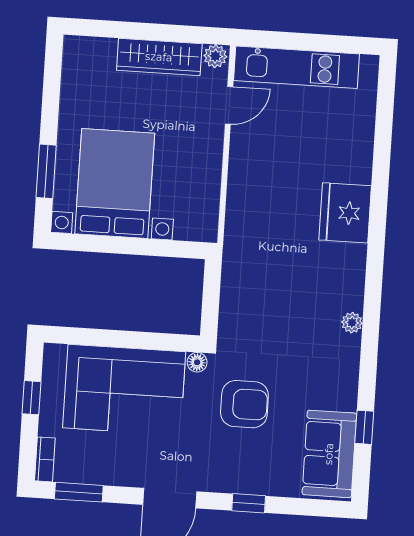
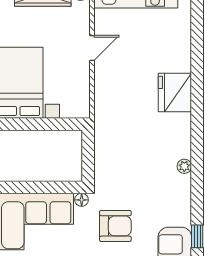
door: (229, 105) -> (92, 48), moved

